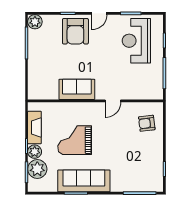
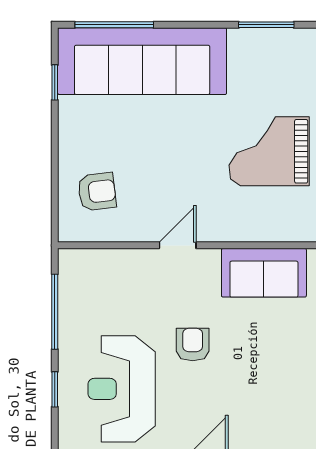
armchair: (75, 31) -> (193, 345), moved, width x0.53, depth x0.53
reception desk: (136, 41) -> (122, 389), turned 180
grand piano: (75, 140) -> (269, 151), turned 180
sofa: (84, 181) -> (142, 61), moved, width x1.36, depth x1.27

